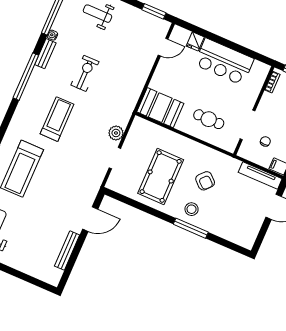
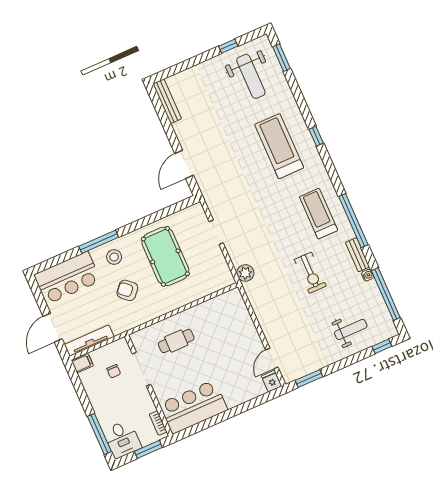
fridge: (195, 41) -> (272, 381), moved
bar counter: (224, 62) -> (193, 407), moved
booth: (160, 108) -> (223, 309), removed
treadmill: (57, 119) -> (319, 214), moved, turned 180
plant: (116, 133) -> (245, 273), moved
bar counter: (233, 227) -> (67, 278), added
bench: (67, 251) -> (167, 101), moved

